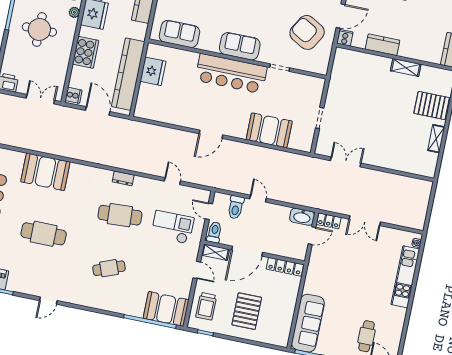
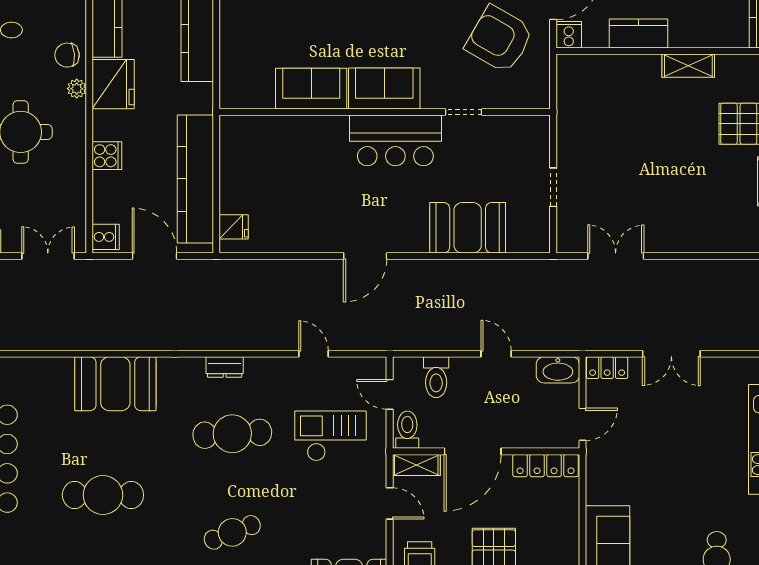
sofa: (179, 34) -> (311, 89), moved
cooker: (86, 52) -> (107, 156), width x0.53, depth x0.76
fridge: (153, 71) -> (234, 227), moved, width x0.53, depth x0.75
bar counter: (231, 74) -> (395, 140), width x0.73
booth: (45, 172) -> (115, 384), moved
door: (258, 199) -> (496, 354), moved
door: (312, 236) -> (582, 424), moved

